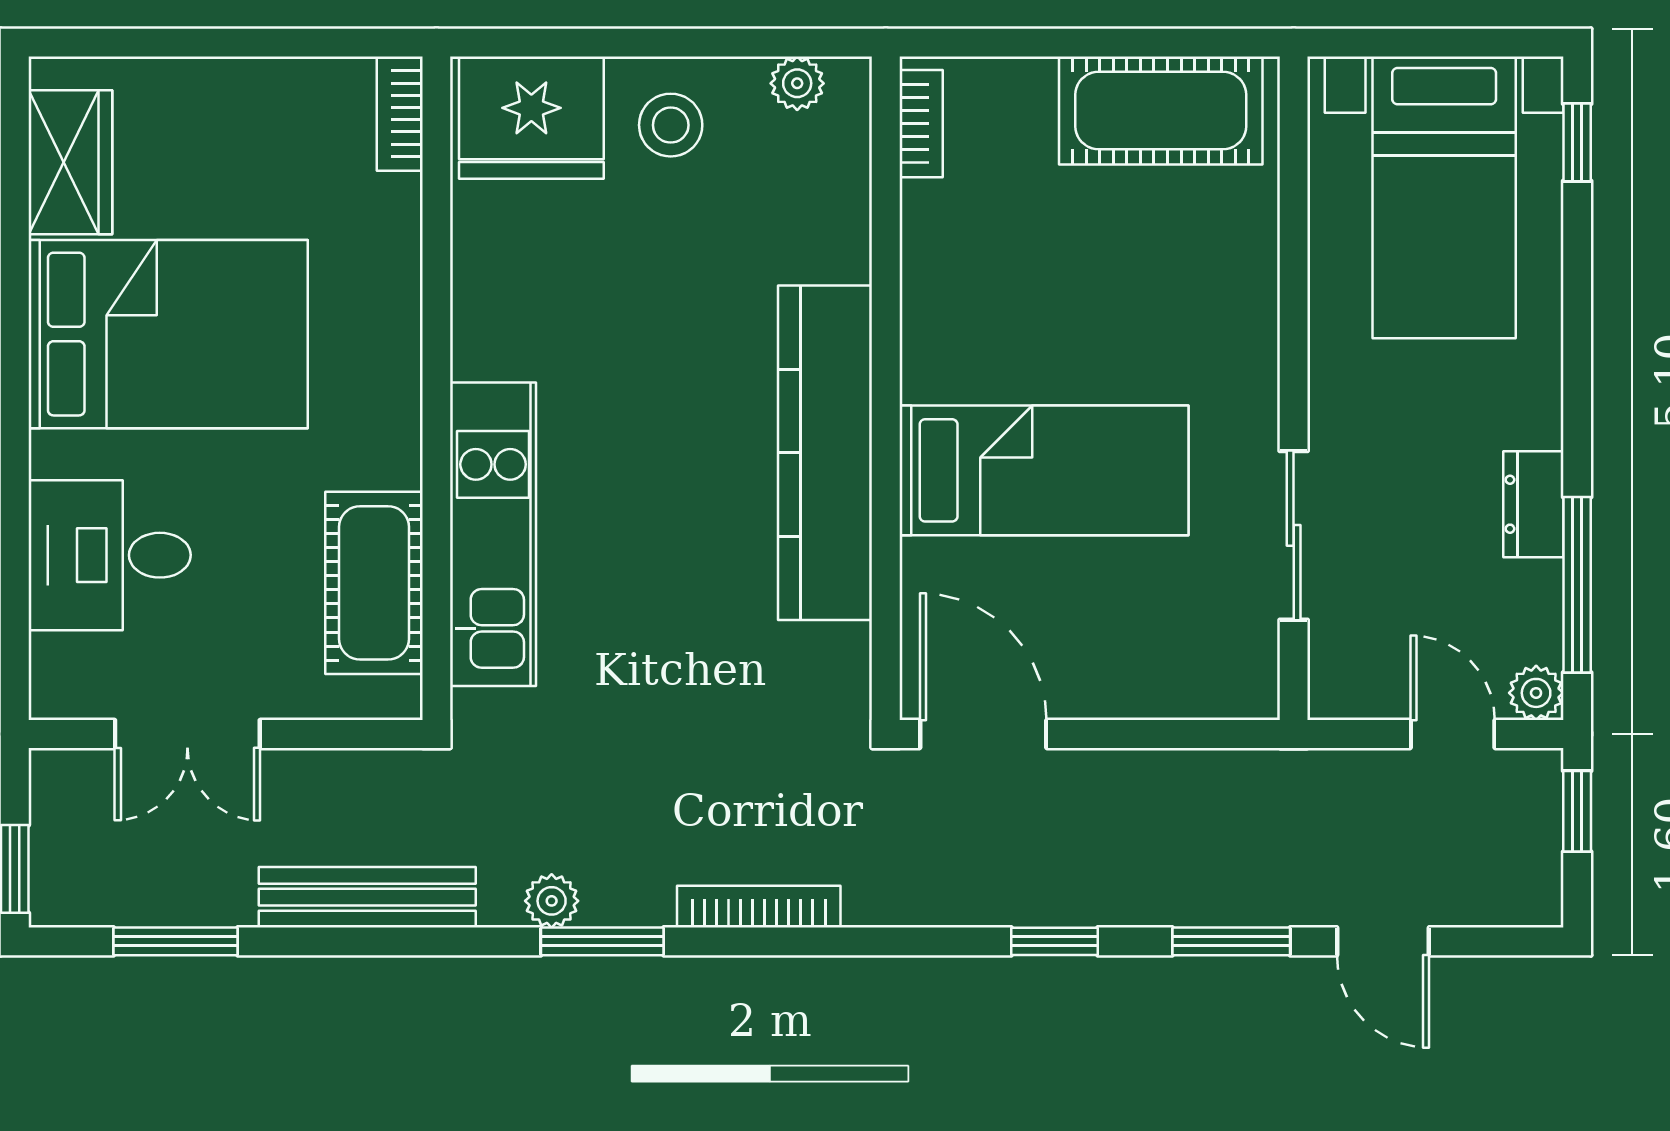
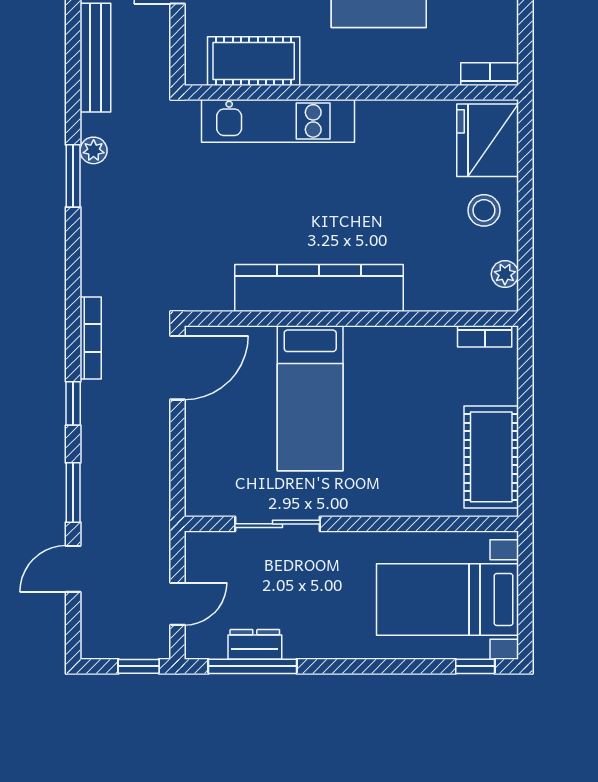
dresser: (1533, 504) -> (255, 644), moved
plant: (1536, 693) -> (198, 646), removed
bookcase: (759, 907) -> (91, 338), moved

